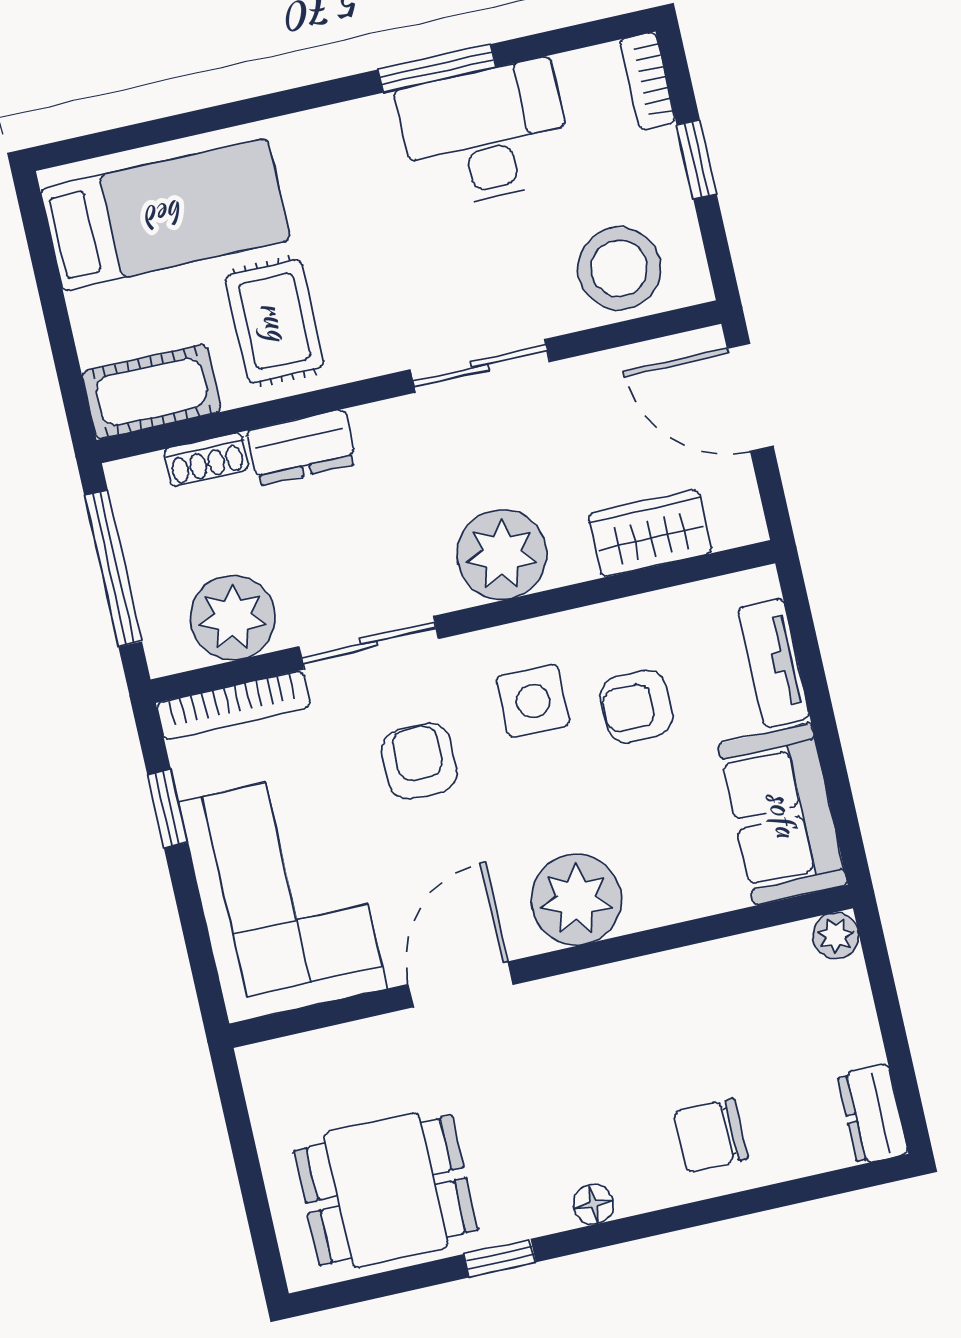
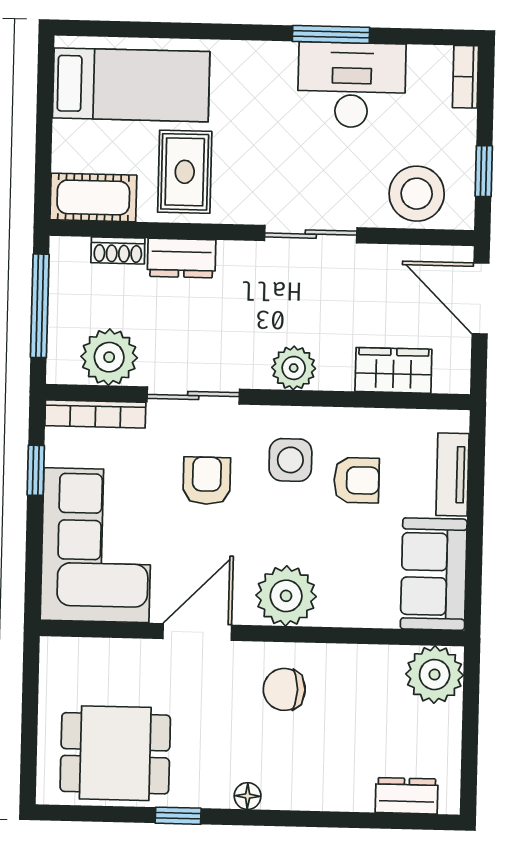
window: (697, 159) -> (484, 171), moved
plant: (502, 555) -> (294, 368), width x0.73, depth x0.73
armchair: (636, 706) -> (356, 480), turned 180
plant: (836, 936) -> (435, 675), width x1.87, depth x1.87
dresser: (873, 1114) -> (407, 796), moved, turned 90
chair: (711, 1135) -> (284, 689), moved

